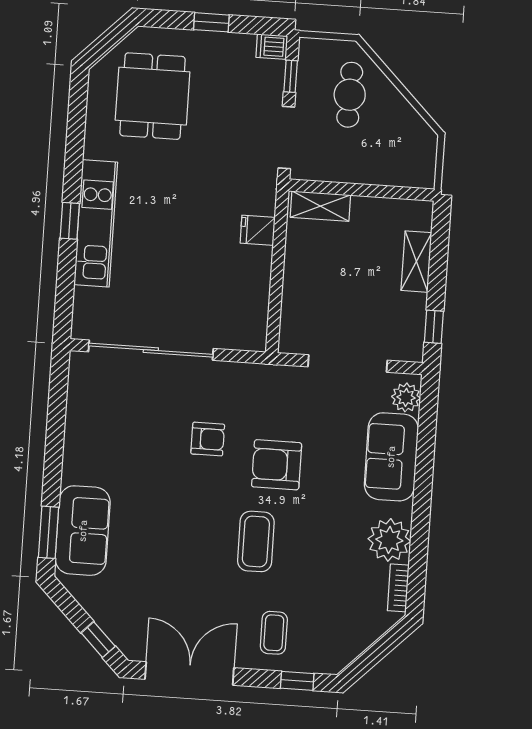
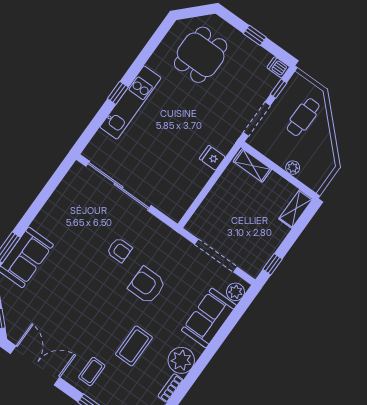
plant: (379, 174) -> (293, 168), added
shelving: (416, 262) -> (296, 209), moved
coffee table: (256, 541) -> (134, 346), moved

